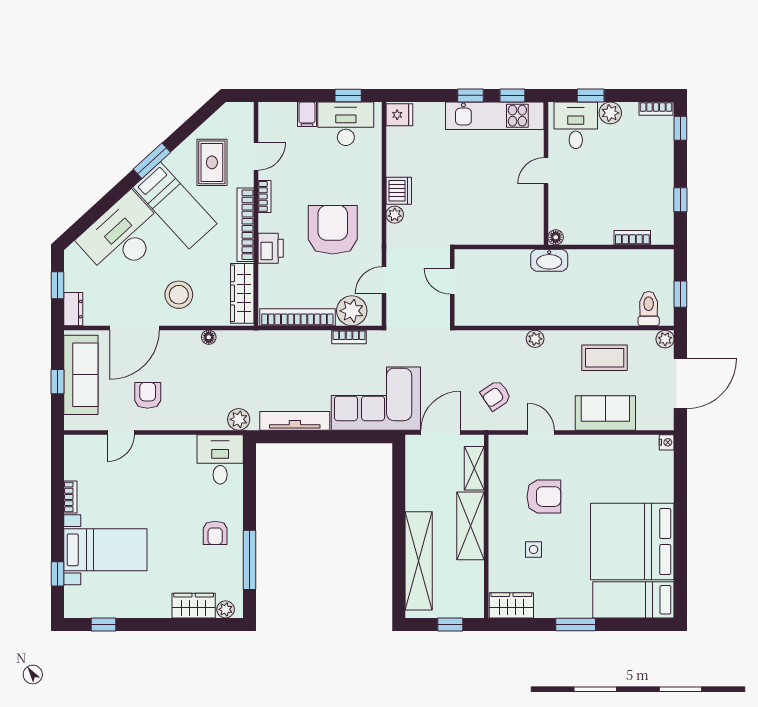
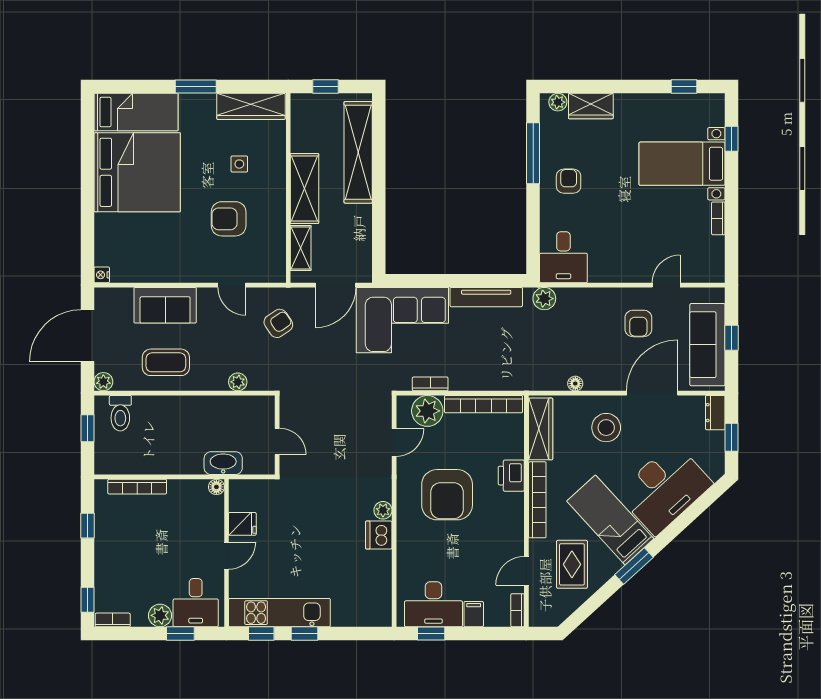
fridge: (399, 115) -> (242, 524), moved, turned 180
bookcase: (265, 196) -> (518, 610), moved
bookcase: (632, 238) -> (137, 487), width x1.56
door: (452, 281) -> (277, 441), moved
wall: (452, 287) -> (277, 435), moved
wardrobe: (511, 605) -> (251, 106), width x1.50

